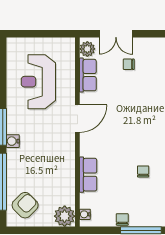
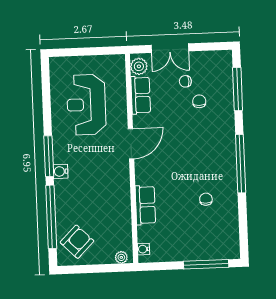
plant: (65, 216) -> (121, 257), width x0.53, depth x0.53
chair: (122, 219) -> (199, 101), moved

